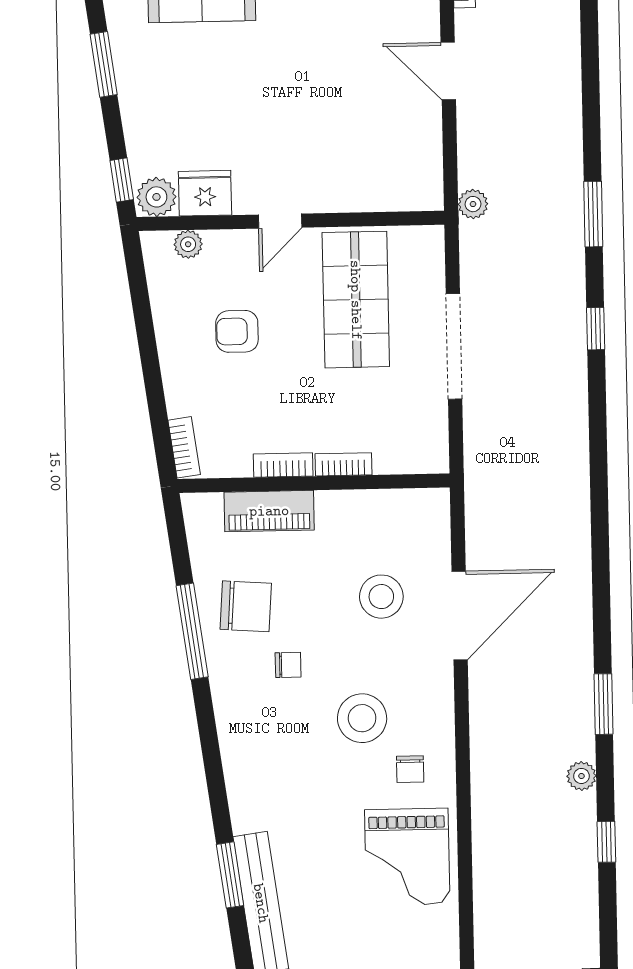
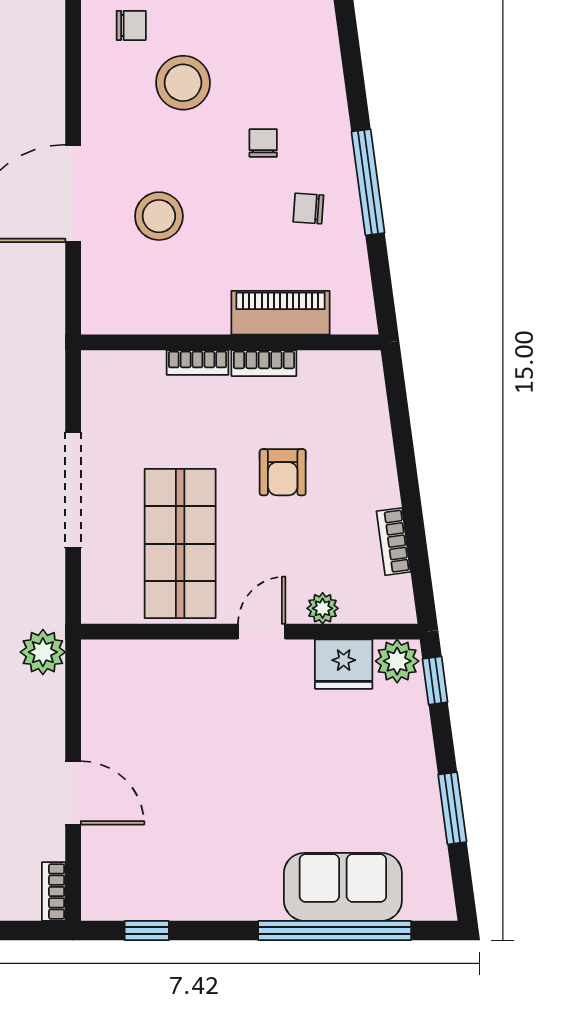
plant: (473, 204) -> (43, 652), width x1.38, depth x1.38
plant: (188, 244) -> (323, 608), moved
armchair: (237, 331) -> (283, 472), moved, turned 90
bookcase: (184, 447) -> (394, 542), moved
chair: (246, 606) -> (308, 209), width x0.54, depth x0.54
chair: (288, 665) -> (263, 143), turned 90
chair: (410, 769) -> (131, 25), turned 90

